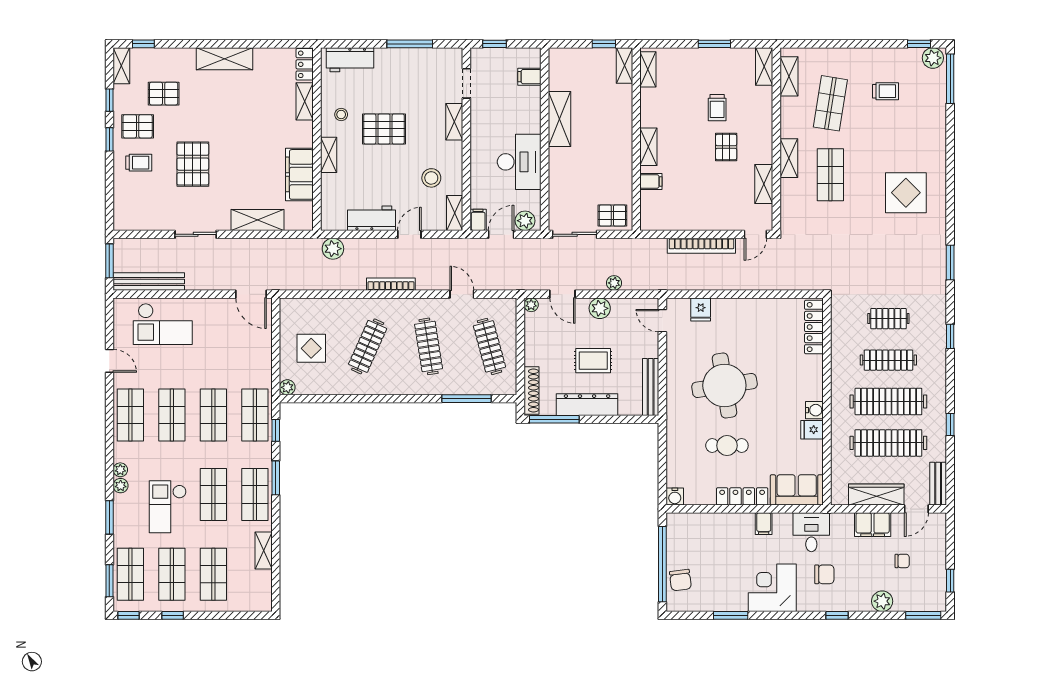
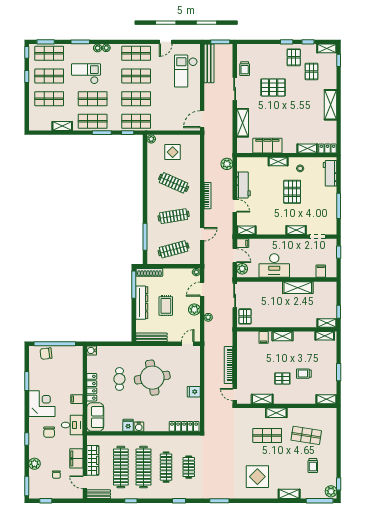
shelving: (789, 76) -> (289, 494), moved
trolley: (139, 163) -> (245, 69), moved
stool: (431, 178) -> (265, 218), removed
fridge: (701, 309) -> (194, 392), moved

